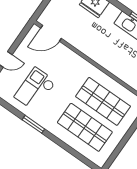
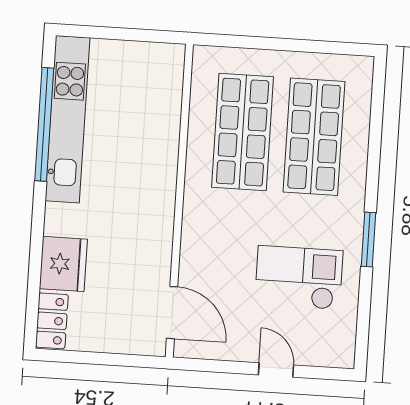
checkout: (35, 89) -> (299, 278), turned 180

